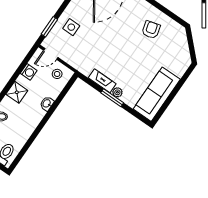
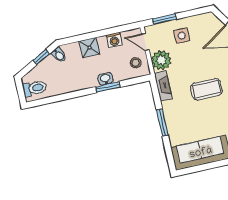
coffee table: (121, 48) -> (206, 89), added
fireplace: (102, 81) -> (163, 86), moved
plant: (117, 92) -> (161, 60), moved, width x1.88, depth x1.88
window: (53, 107) -> (108, 87), added

